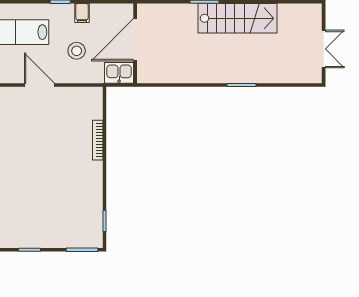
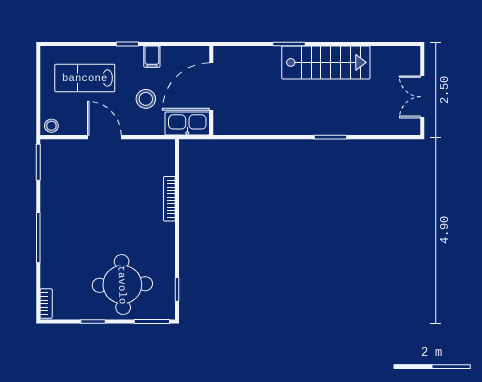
double door: (324, 49) -> (422, 97), swing flipped
kitchen sink: (119, 73) -> (187, 124), width x1.38
round table: (56, 217) -> (122, 285), added

